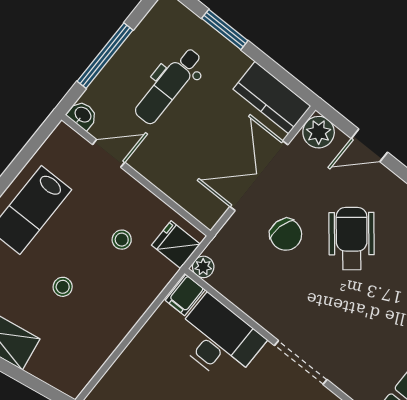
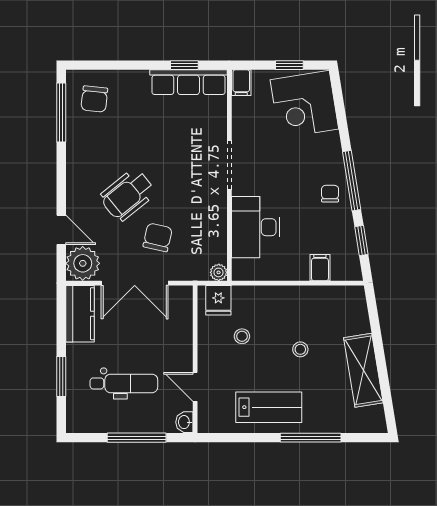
plant: (319, 132) -> (83, 263), width x1.36, depth x1.36
filing cabinet: (185, 295) -> (320, 268), moved, turned -90

